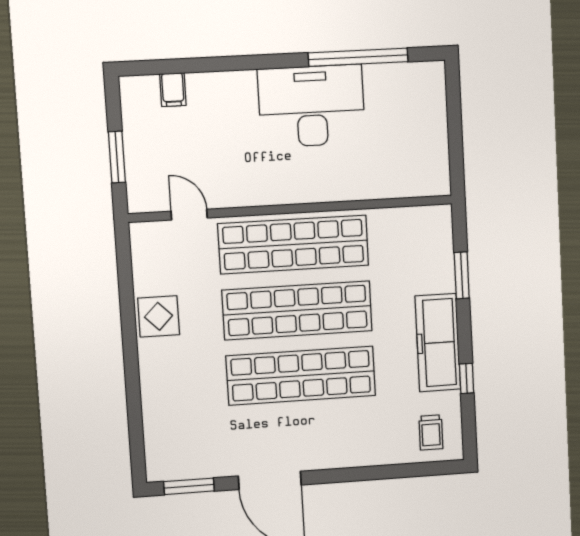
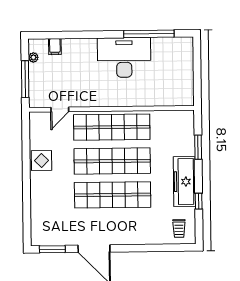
plant: (131, 113) -> (33, 57), added
window: (117, 157) -> (25, 79), width x1.44
door: (189, 215) -> (60, 110), swing flipped

